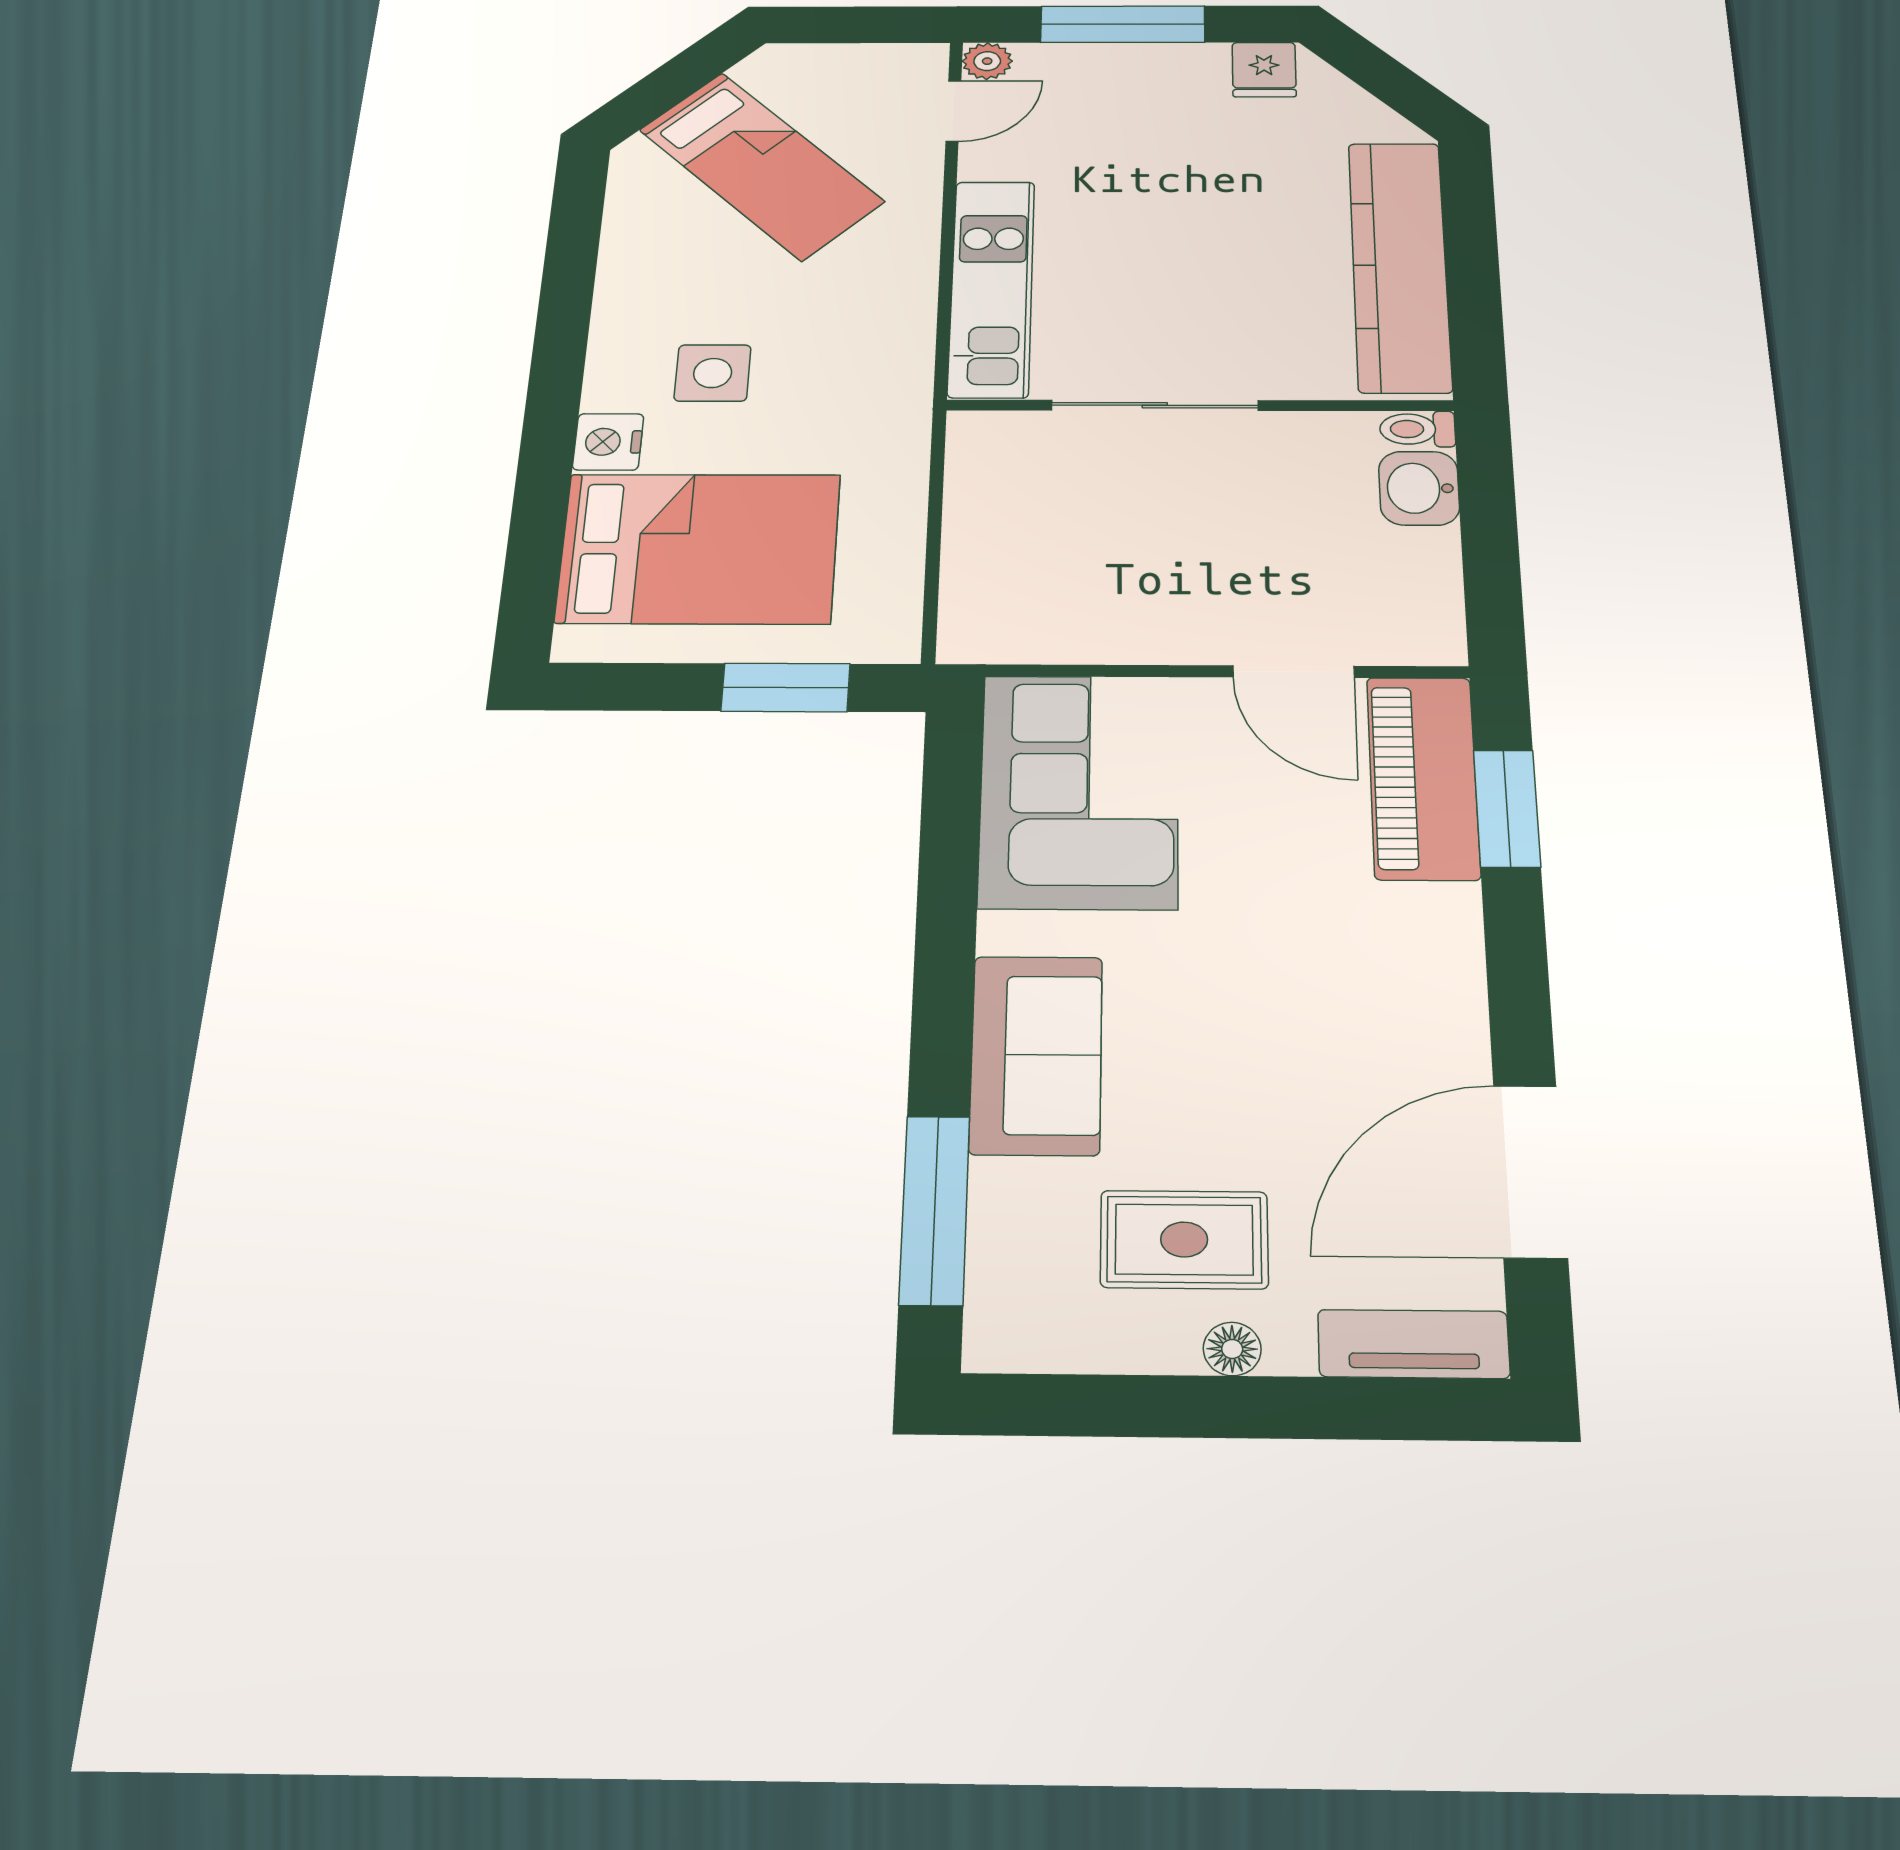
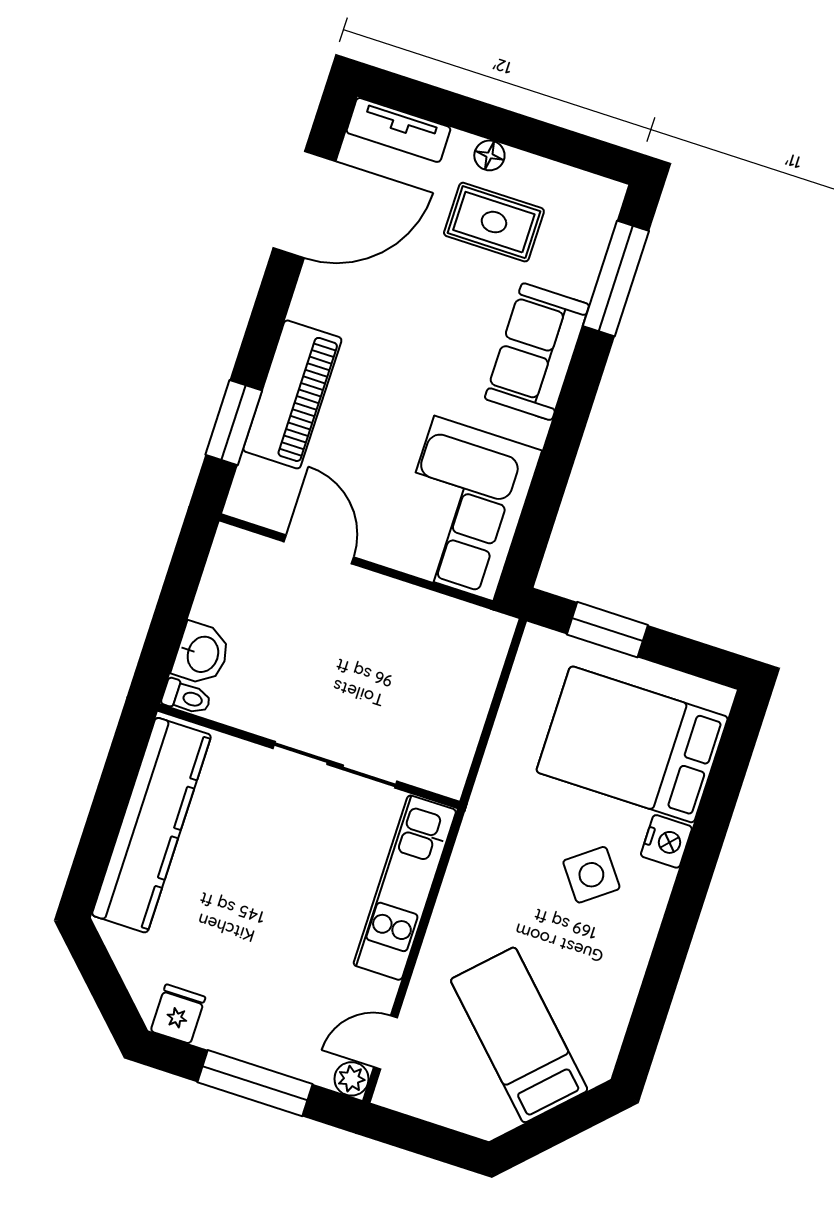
side table: (713, 373) -> (591, 875), turned -37
piano: (1423, 777) -> (292, 394), moved

